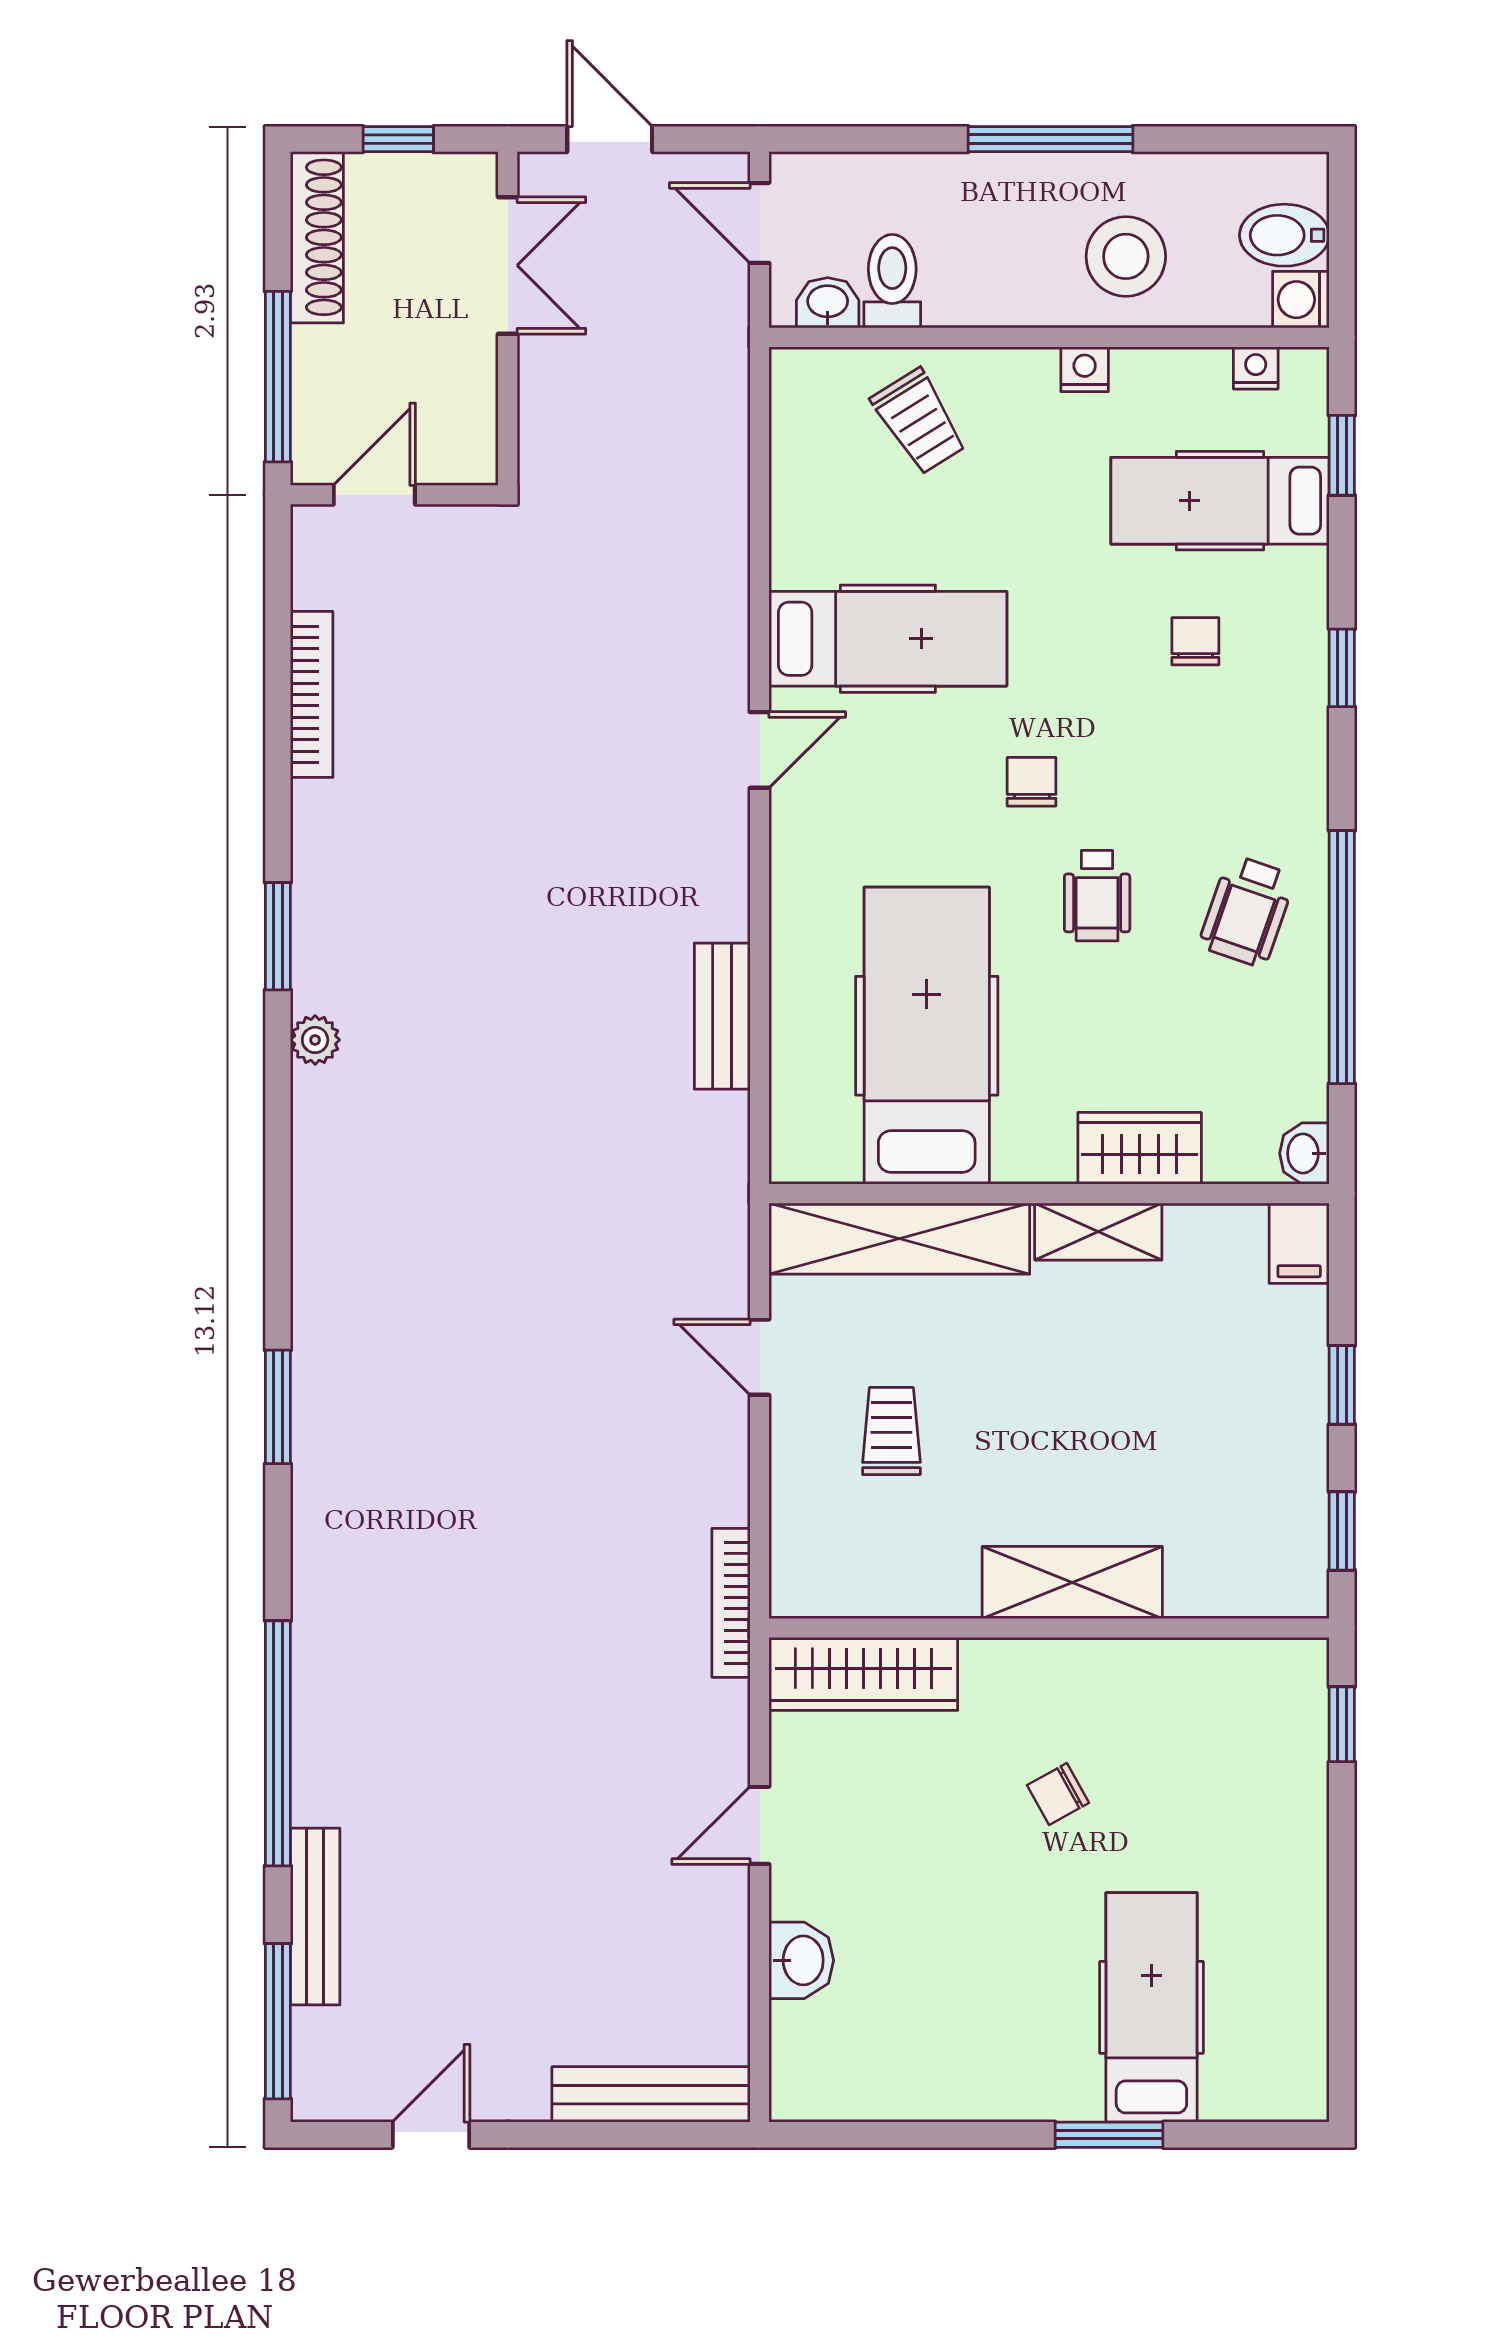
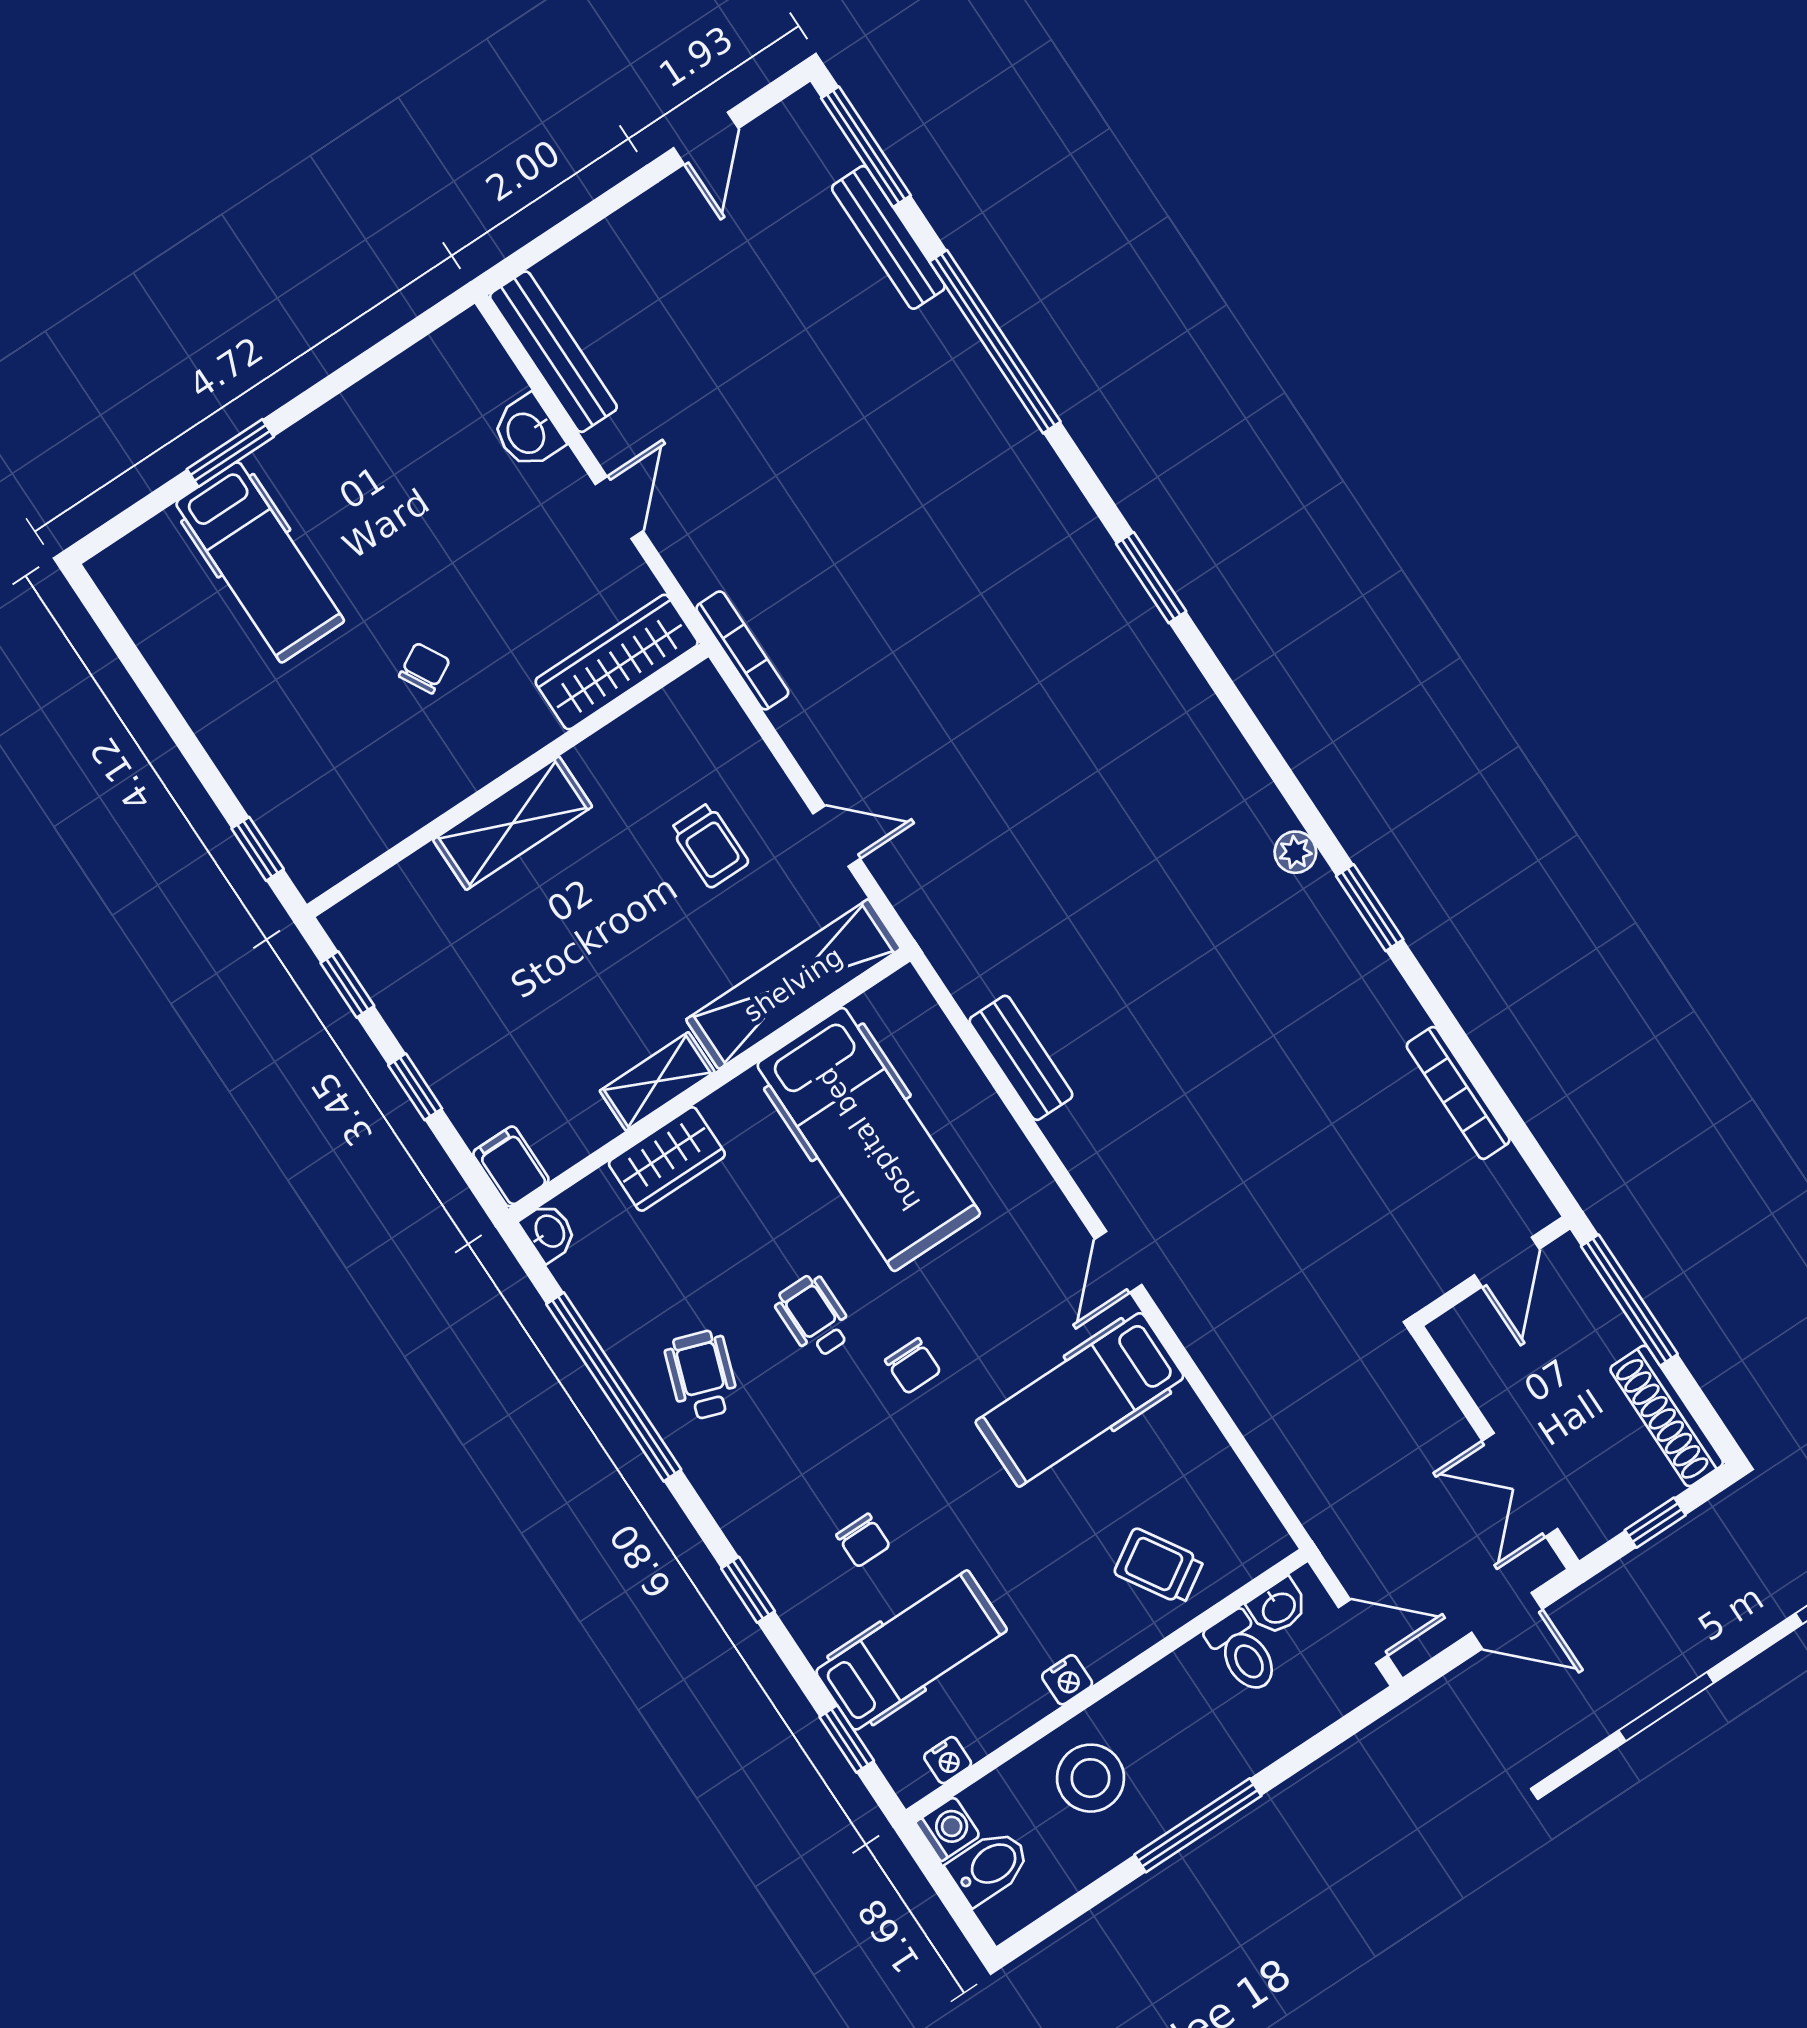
bench: (651, 2094) -> (553, 352), moved, turned 90

